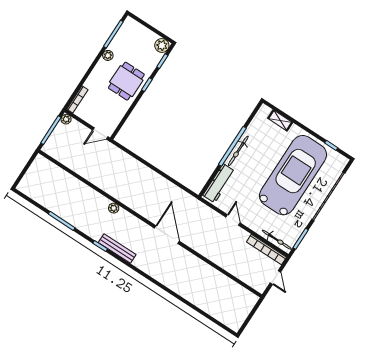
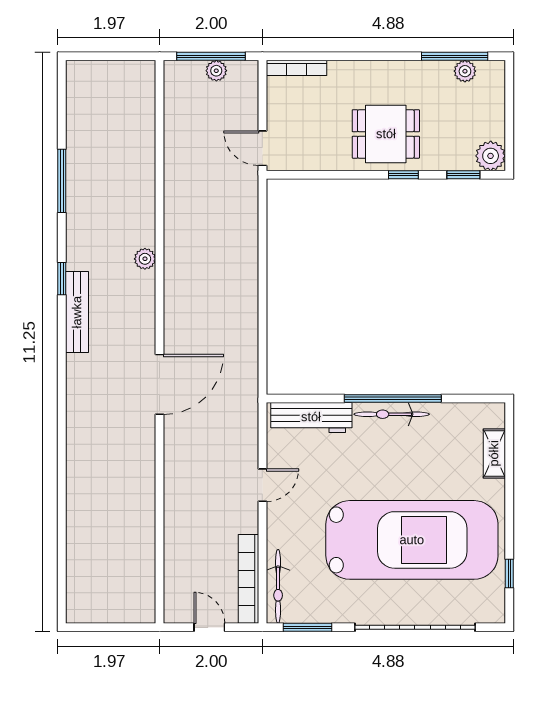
plant: (108, 55) -> (465, 71), moved
plant: (66, 119) -> (216, 71), moved
door: (275, 277) -> (209, 627), swing flipped

